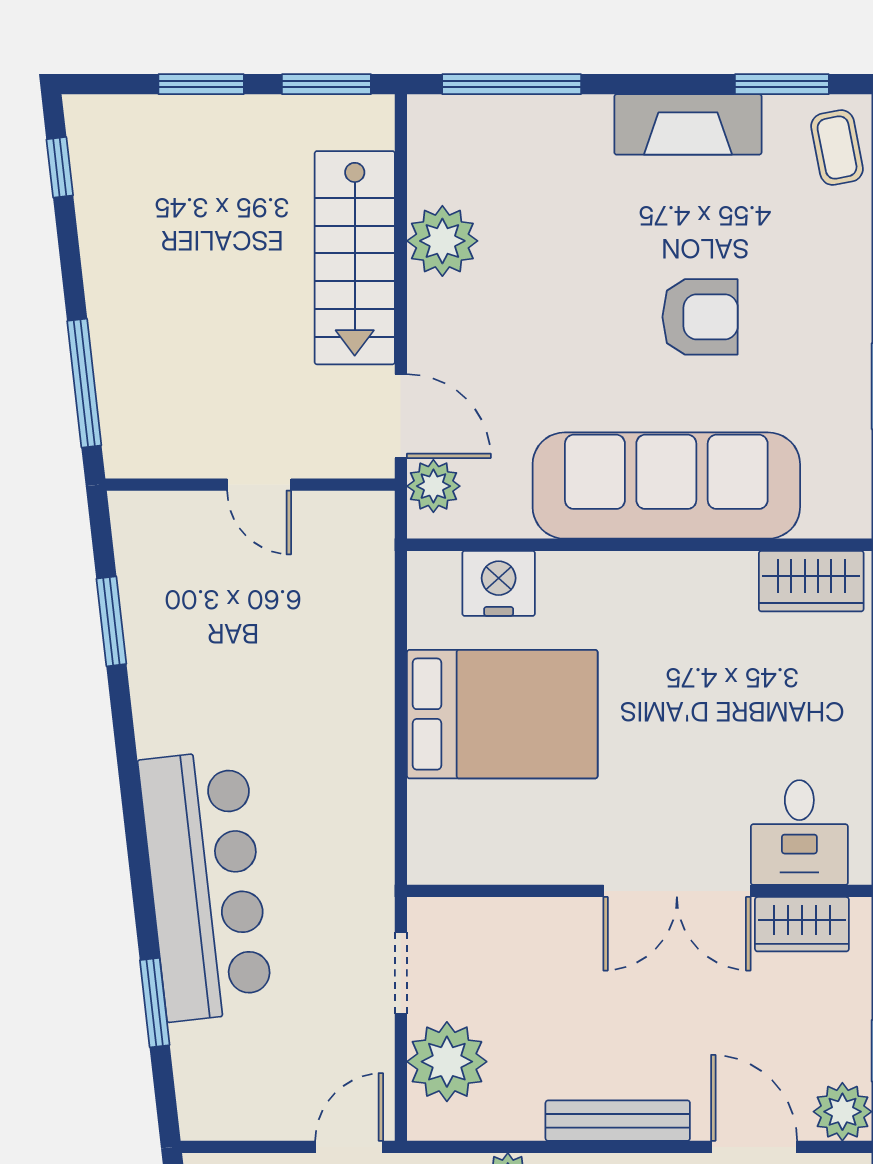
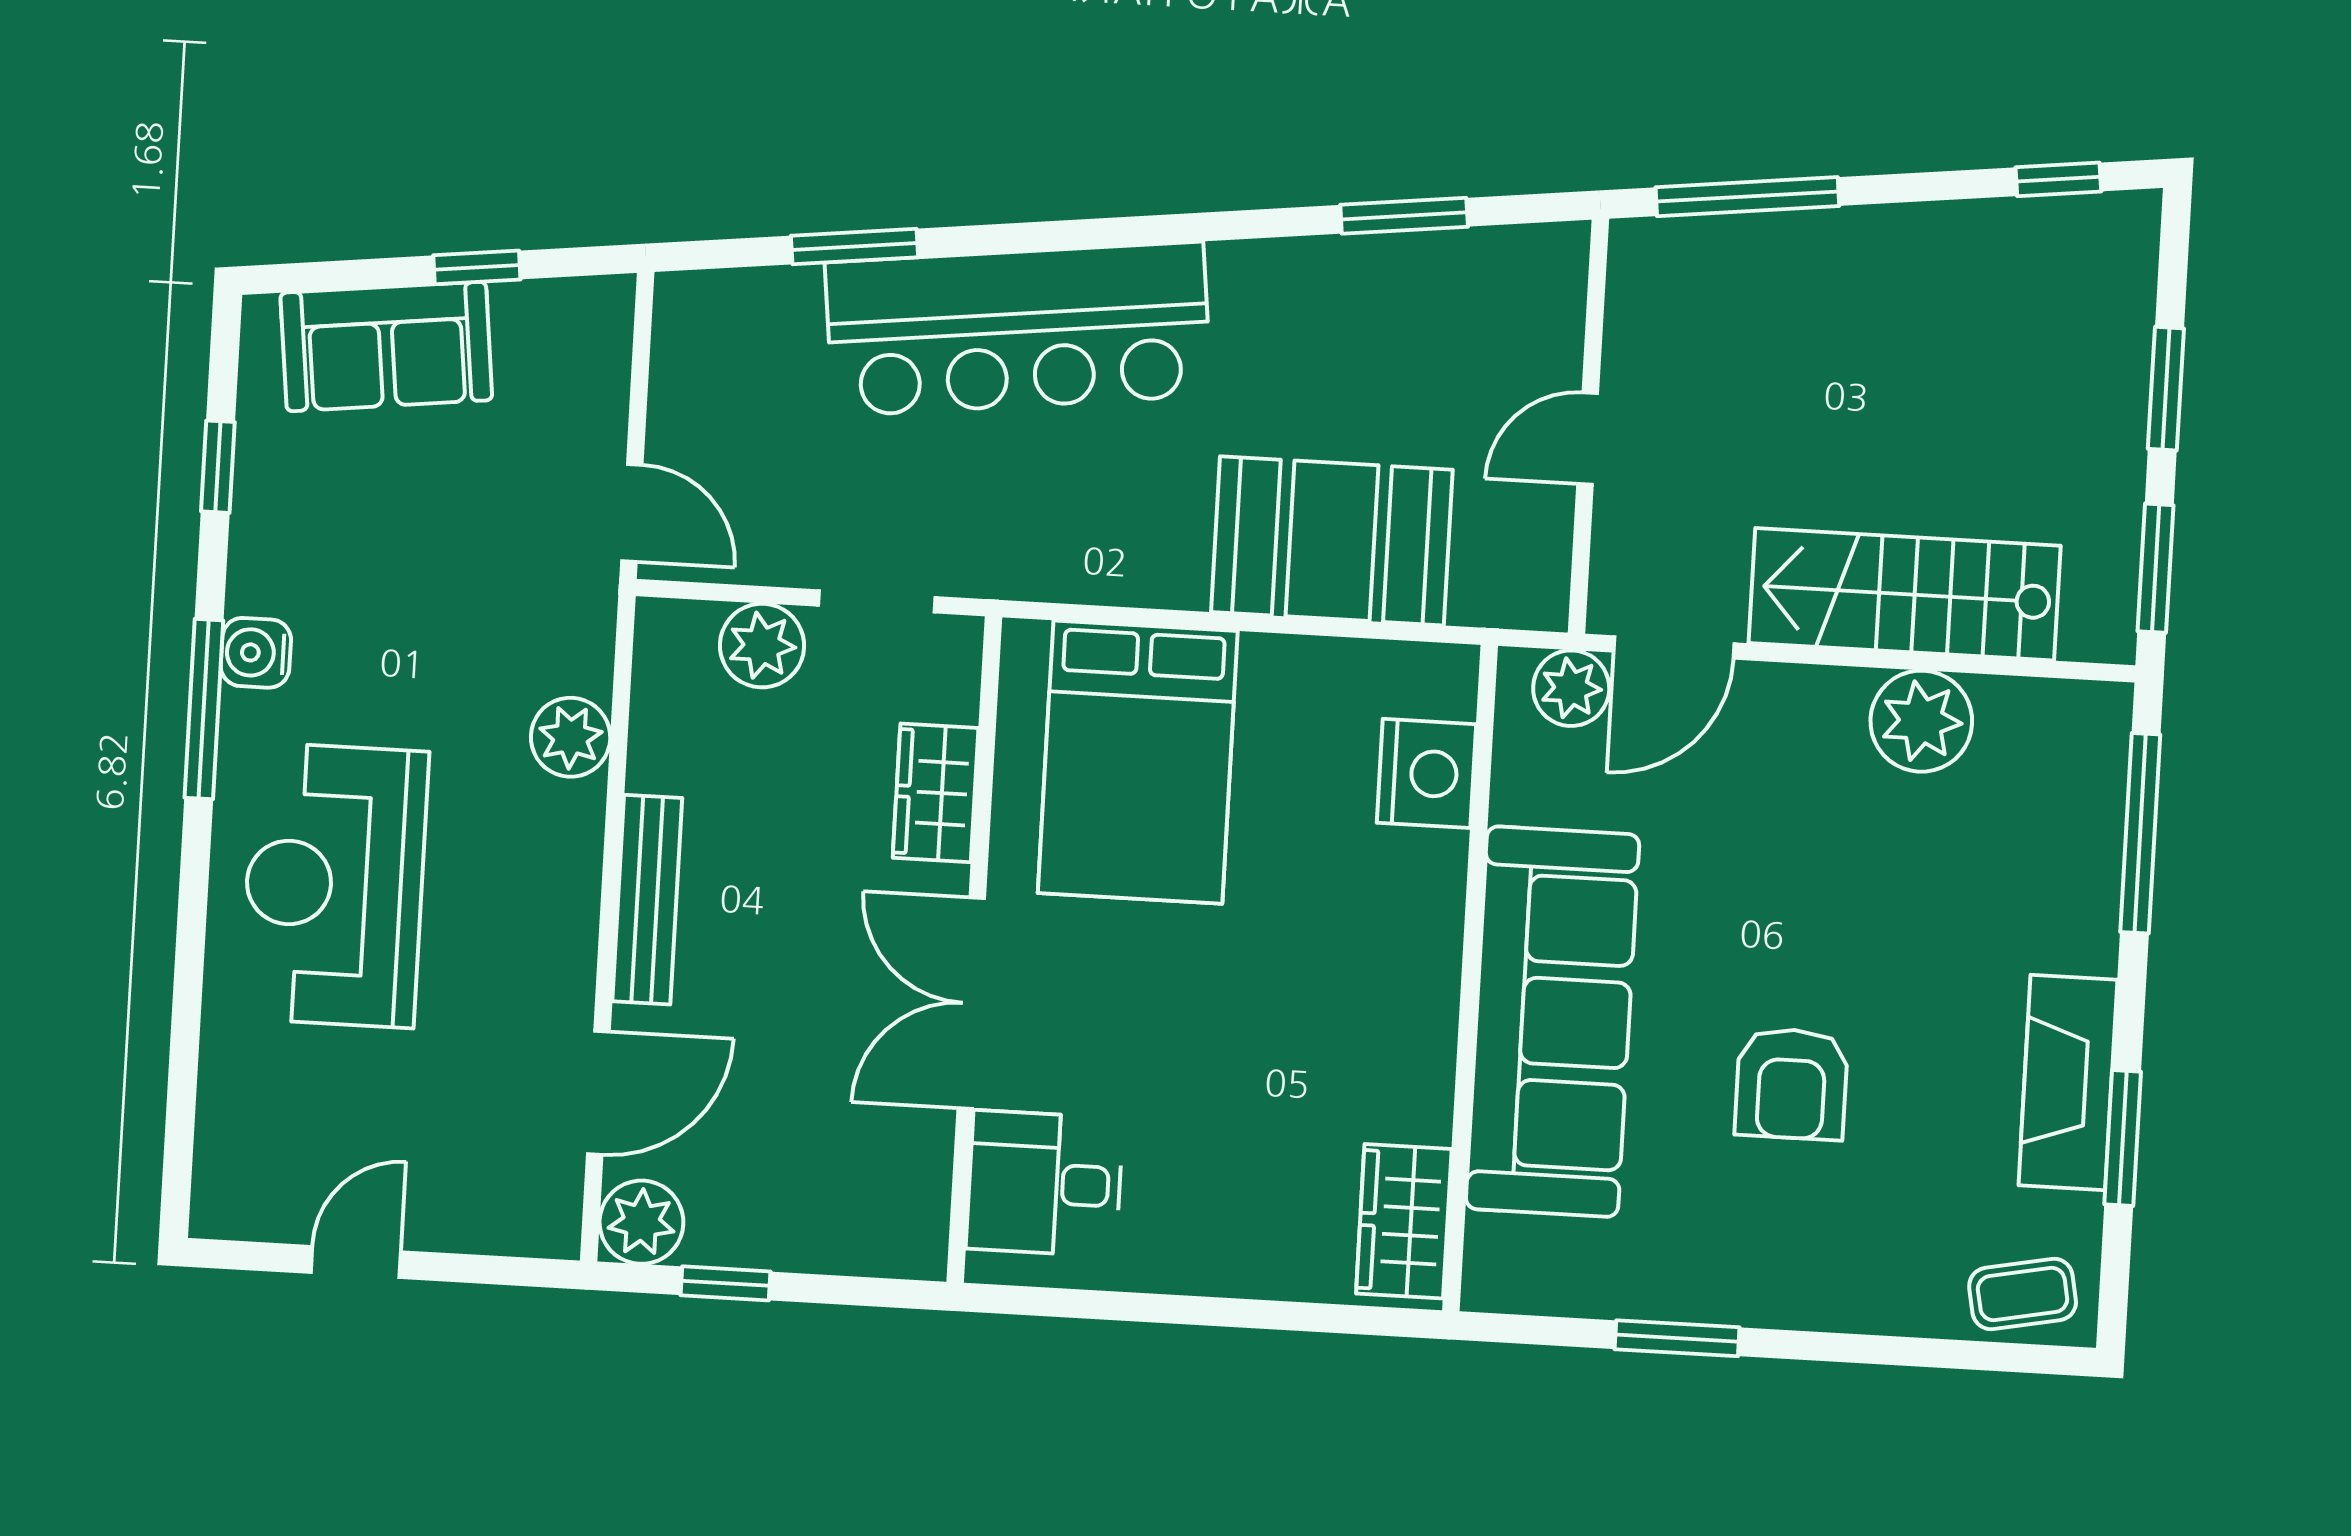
window: (782, 84) -> (2123, 1138), moved
booth: (340, 658) -> (1332, 541), added
bed: (502, 714) -> (1138, 762), moved
wardrobe: (802, 924) -> (936, 793), moved
plant: (447, 1062) -> (762, 646), width x0.73, depth x0.73

